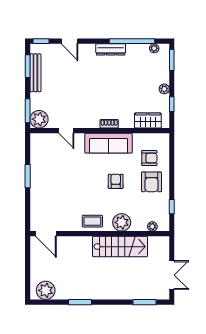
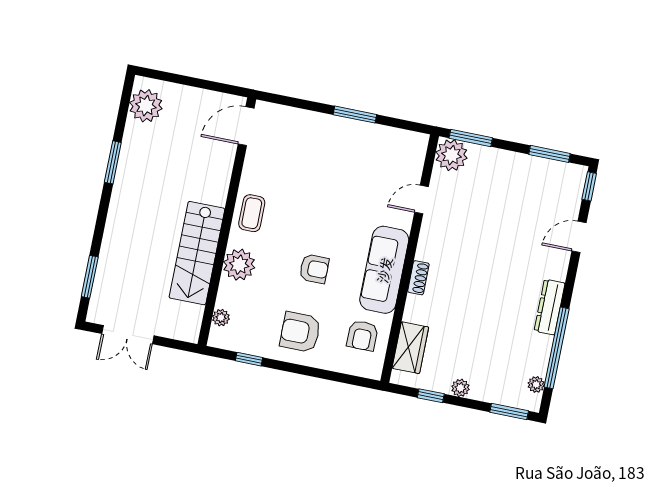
bench: (35, 73) -> (535, 165), removed
armchair: (149, 158) -> (362, 336), moved

